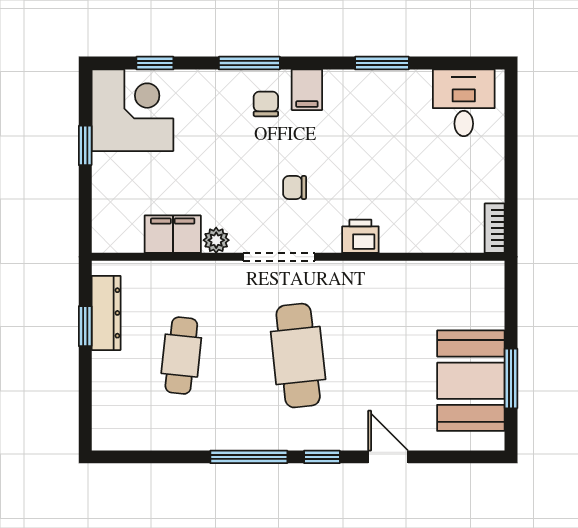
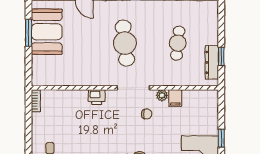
chair: (295, 188) -> (147, 114), moved
filing cabinet: (173, 234) -> (175, 98), width x0.50

